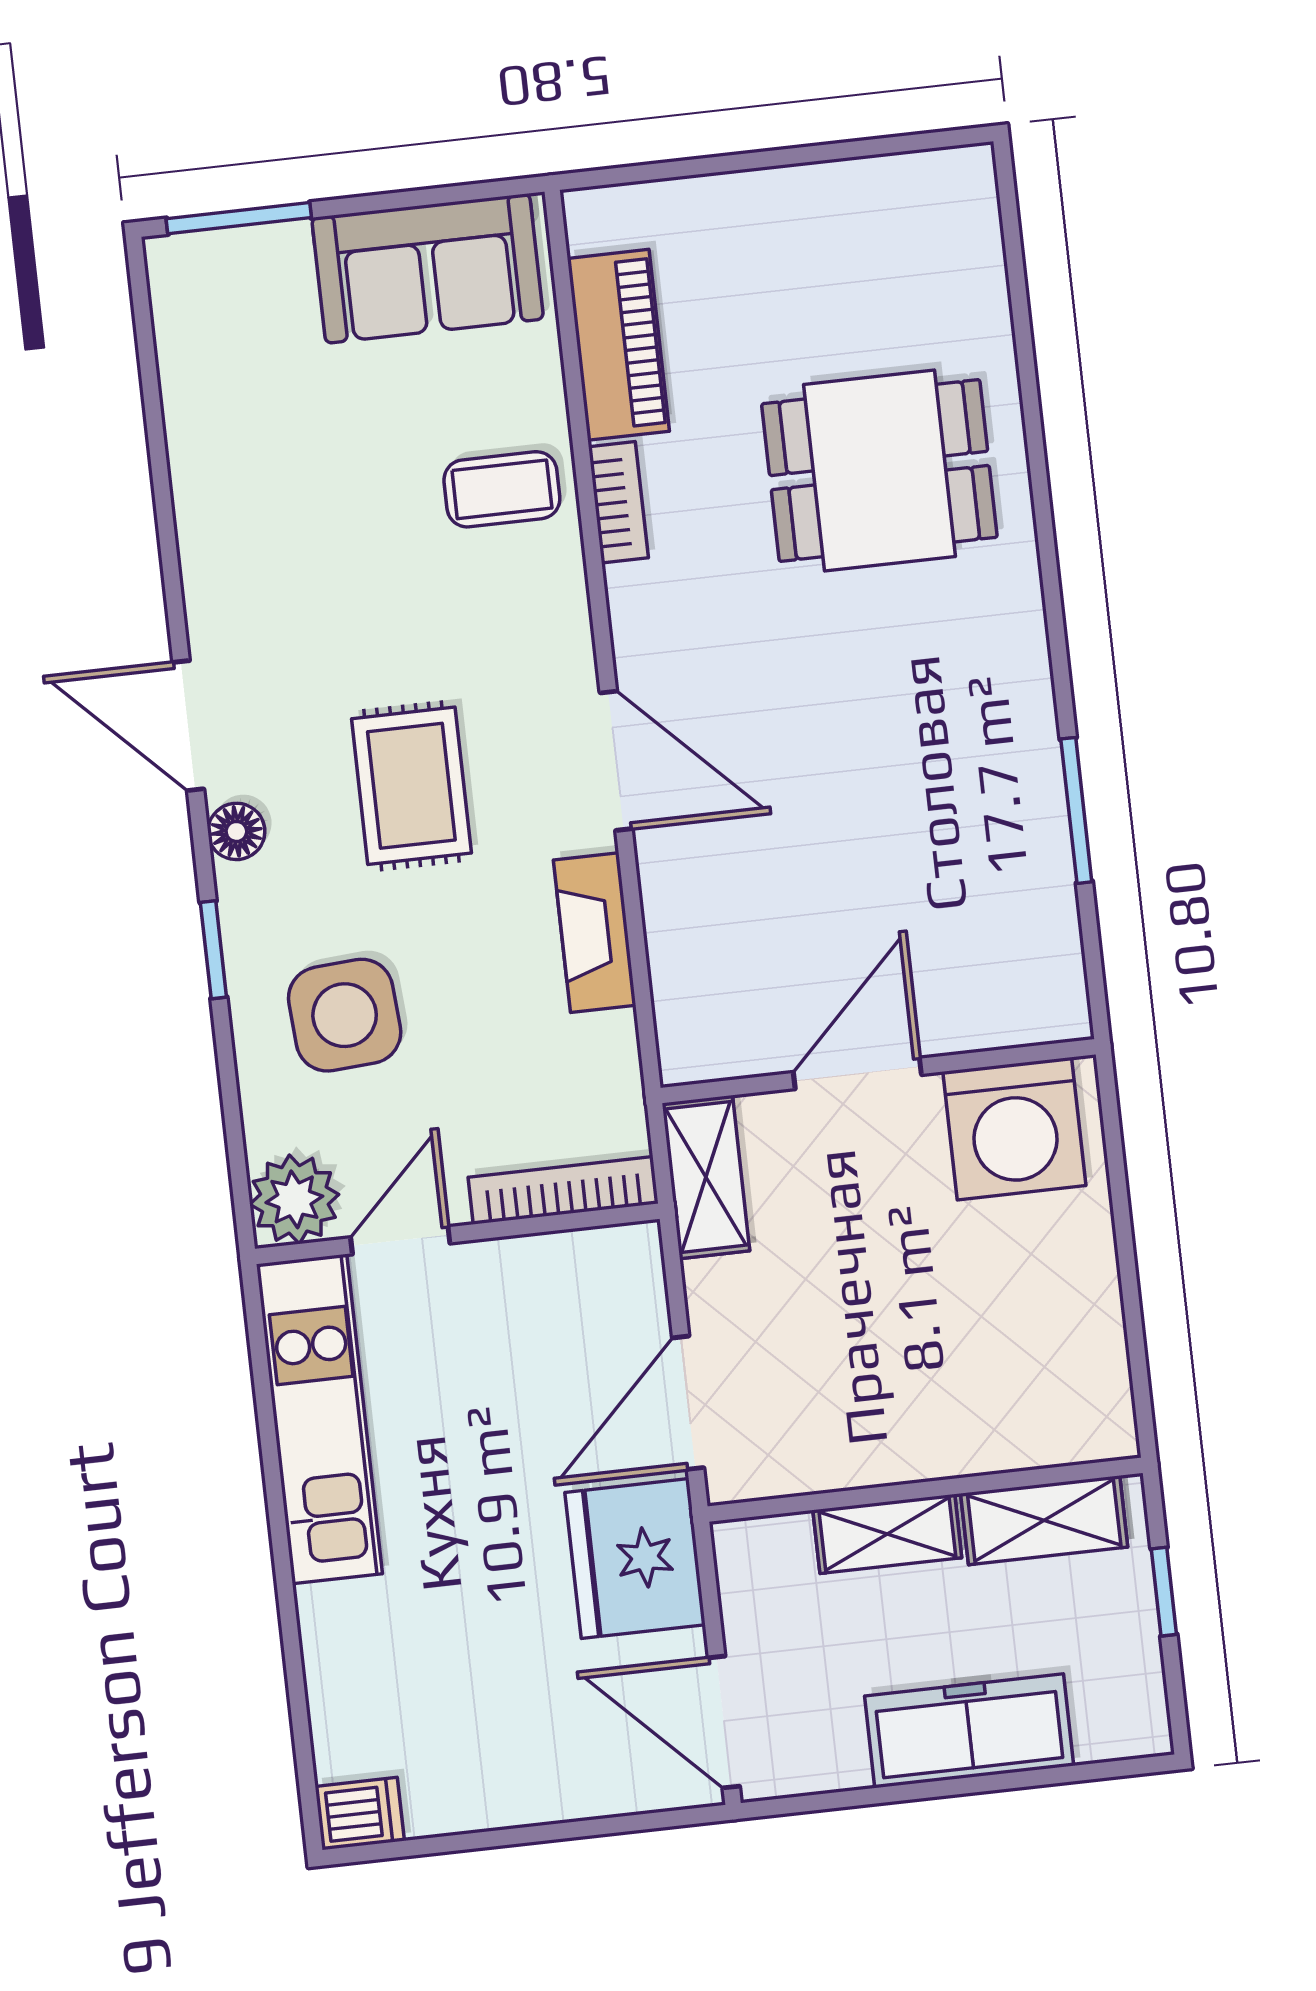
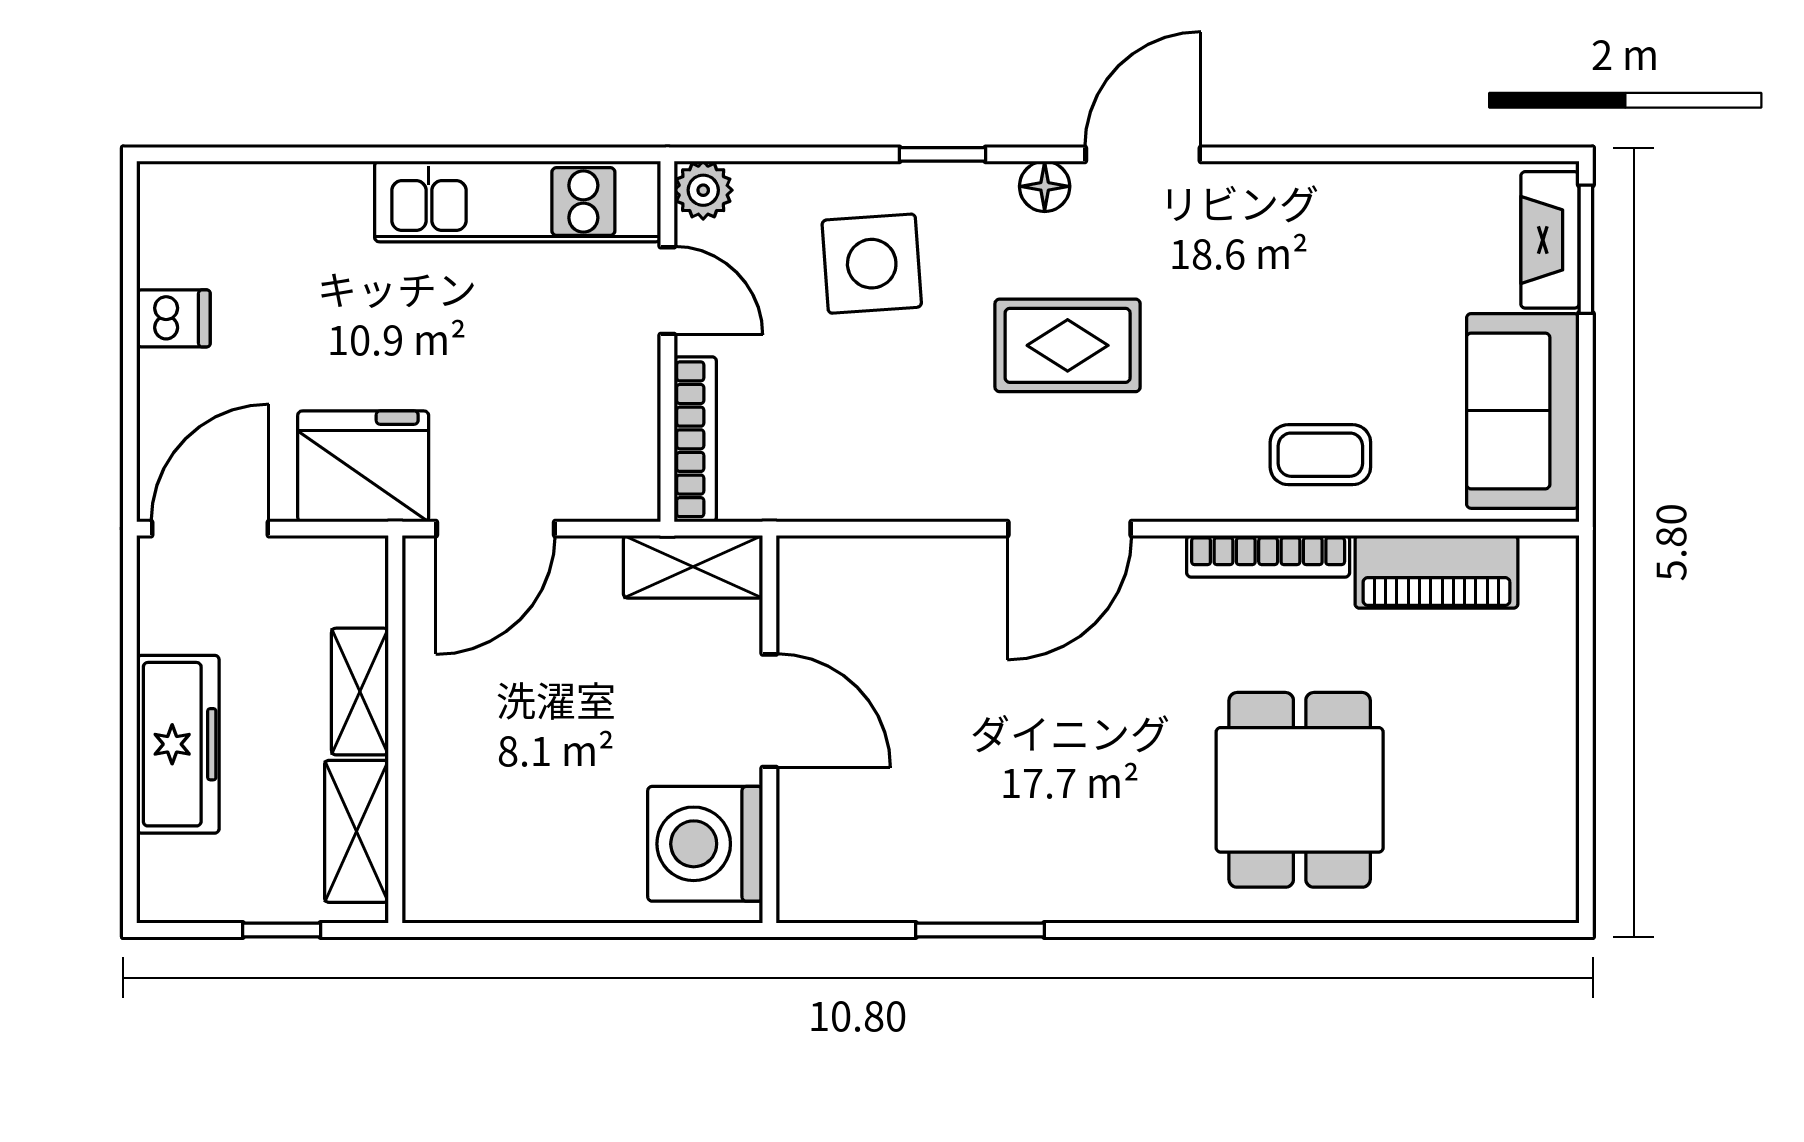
coffee table: (502, 489) -> (1320, 455), turned 90
bookcase: (618, 502) -> (1268, 556), width x1.56
fireplace: (595, 933) -> (1550, 240), moved, turned -90
plant: (294, 1199) -> (703, 190), width x0.73, depth x0.73
door: (688, 1403) -> (495, 529), swing flipped
dishwasher: (360, 1814) -> (173, 318), moved, turned -90

